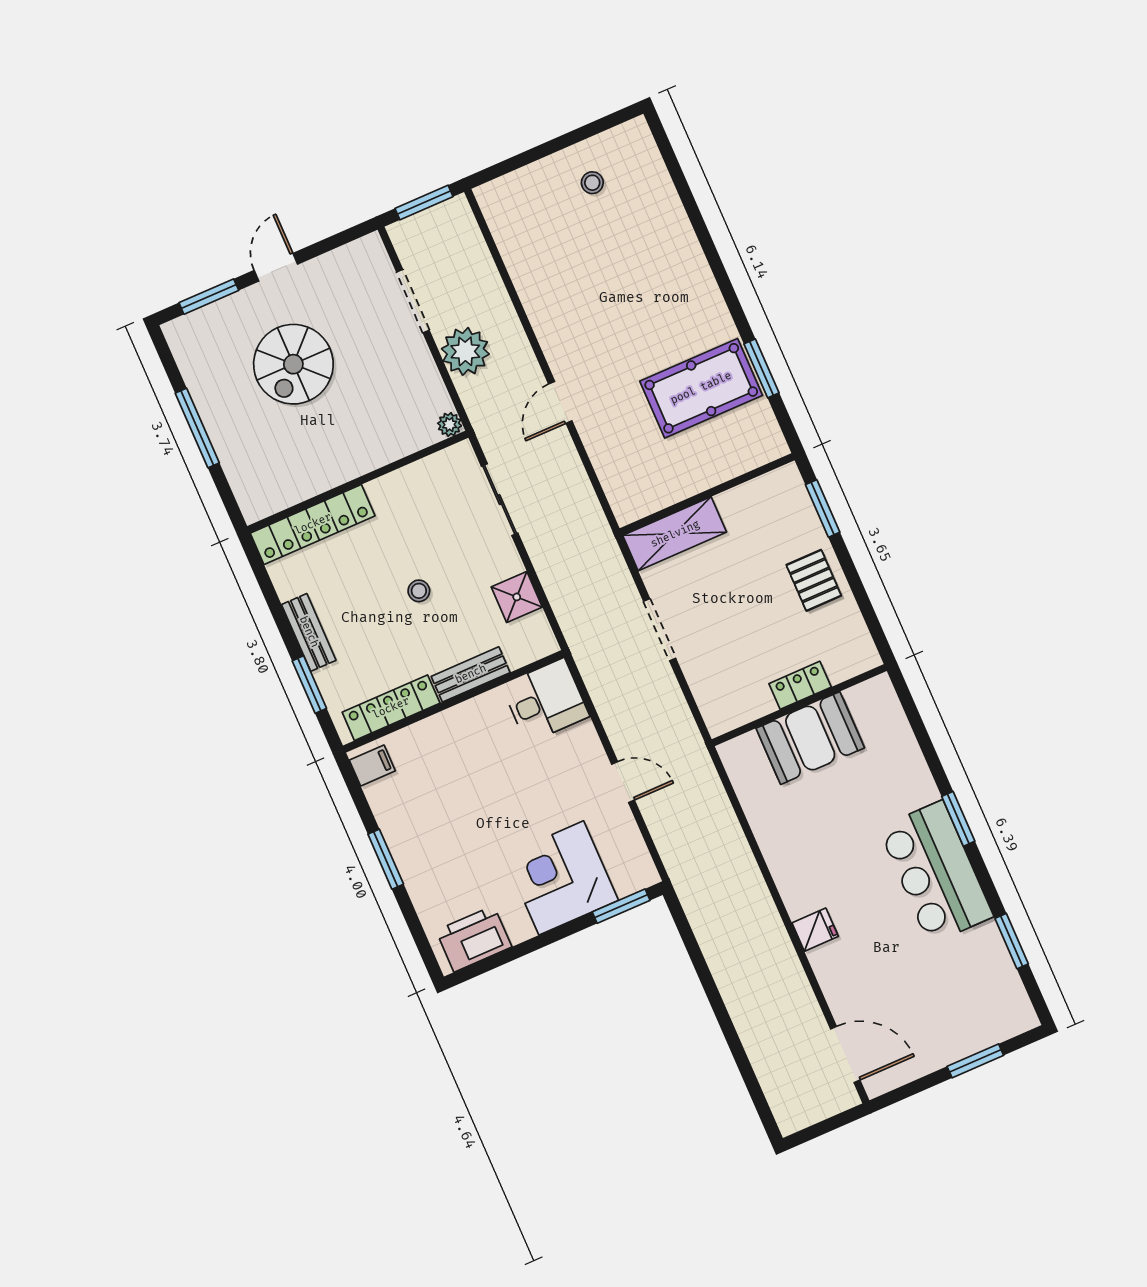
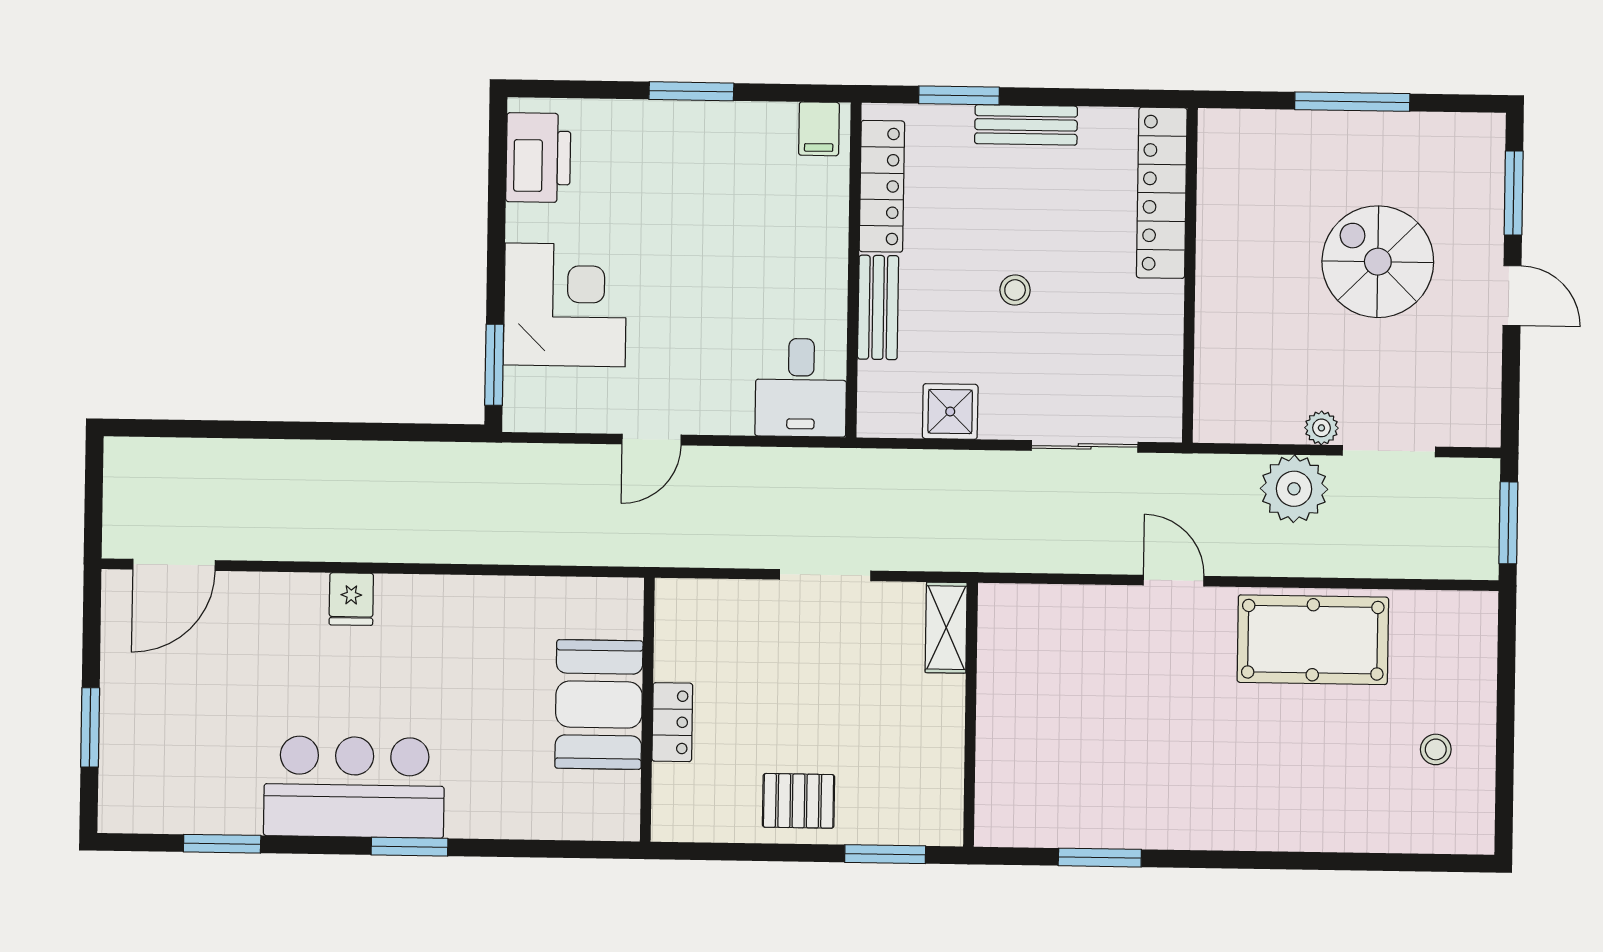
pool table: (701, 388) -> (1313, 640), moved, turned 90
plant: (450, 424) -> (1321, 428), moved
shelving: (675, 534) -> (946, 628), width x0.67, depth x0.75

